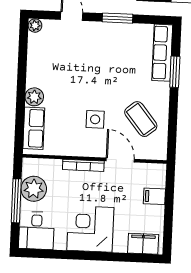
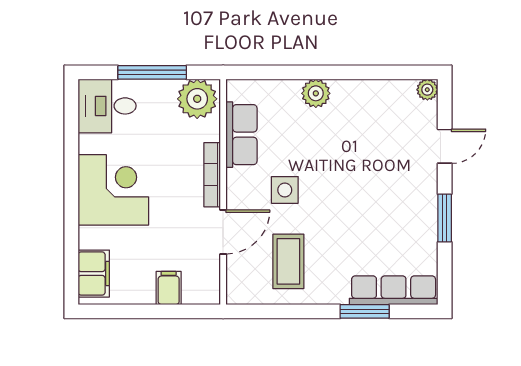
coffee table: (141, 119) -> (288, 261), turned -51
row of seats: (34, 128) -> (241, 135), moved, turned -90
plant: (34, 189) -> (197, 99), moved

